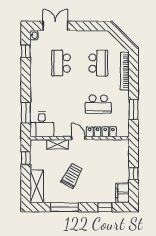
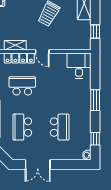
double door: (55, 26) -> (38, 164), moved
window: (26, 113) -> (95, 100), moved
shelving: (57, 144) -> (15, 45), moved

